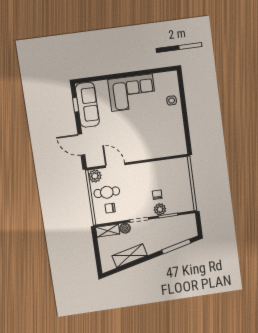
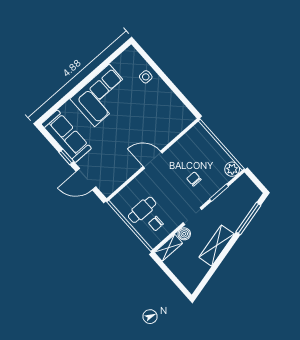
window: (76, 105) -> (66, 157), moved
door: (115, 165) -> (153, 160), moved
plant: (95, 176) -> (120, 201), removed
plant: (160, 209) -> (232, 169), moved
shelving: (130, 256) -> (217, 246), moved

